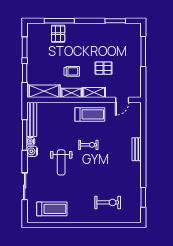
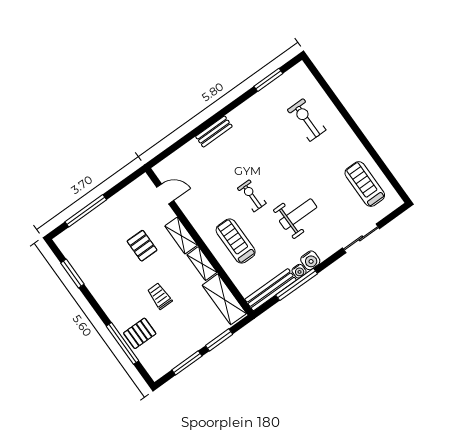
trolley: (72, 71) -> (160, 296), moved
treadmill: (90, 114) -> (236, 241), moved

